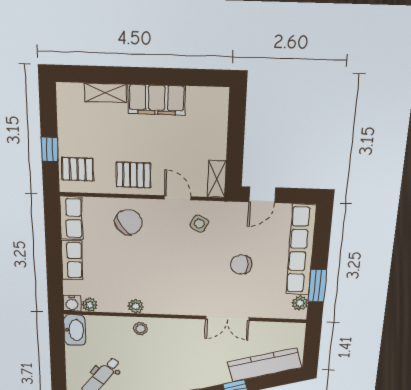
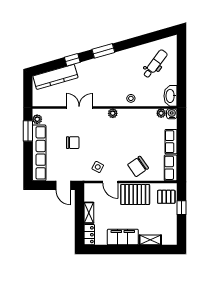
locker: (219, 106) -> (89, 235), added
pallet: (133, 175) -> (135, 194), width x1.50, depth x1.42
shelving: (217, 179) -> (89, 213), moved
door: (262, 195) -> (63, 185), swing flipped
plant: (136, 306) -> (113, 113), moved

